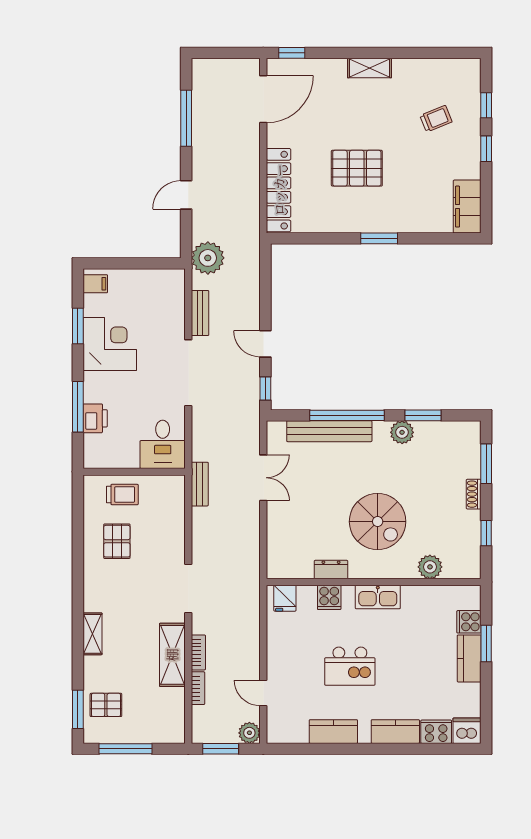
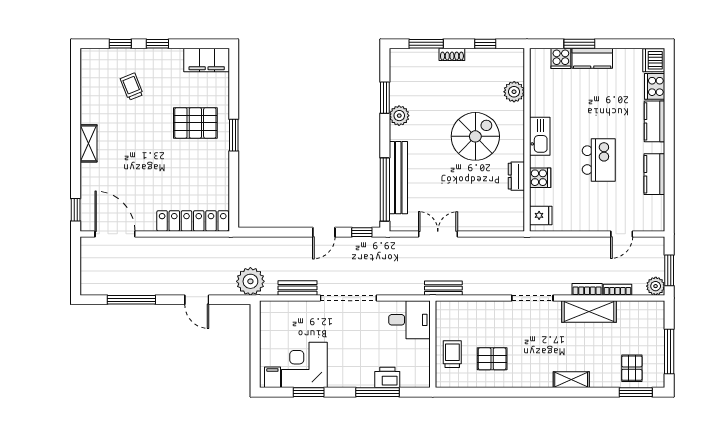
pallet: (357, 168) -> (195, 123), moved, turned 90
corner desk: (110, 344) -> (304, 365), moved
window: (347, 415) -> (385, 189), moved
plant: (249, 733) -> (656, 286), moved

